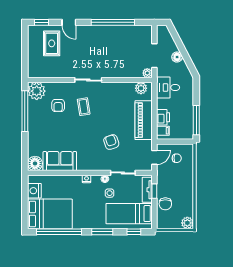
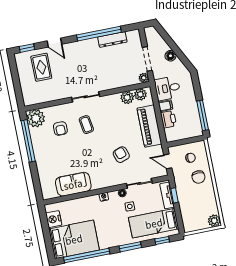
dresser: (125, 30) -> (112, 40), added
plant: (128, 89) -> (127, 97), added
filing cabinet: (163, 131) -> (166, 106), moved
door: (154, 157) -> (168, 161), swing flipped
floor lamp: (35, 163) -> (49, 192), removed
chair: (165, 204) -> (198, 177), moved

